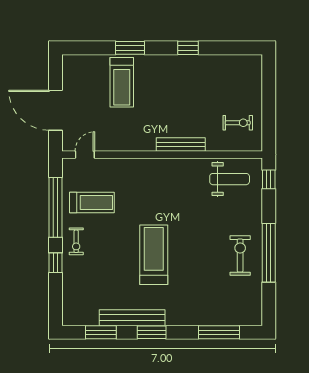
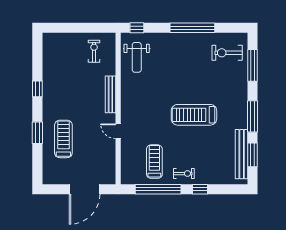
treadmill: (122, 82) -> (63, 139), turned -90
door: (85, 155) -> (118, 131), moved
weight bench: (230, 179) -> (137, 57), turned 180
exercise bike: (240, 256) -> (227, 53), moved
bench: (132, 318) -> (242, 154), moved
window: (152, 332) -> (253, 116), width x1.44

